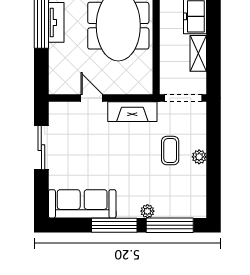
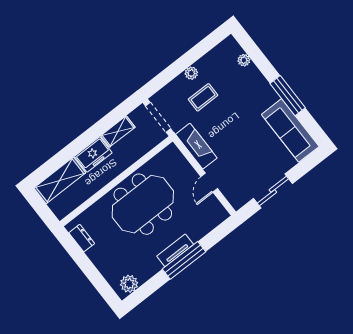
plant: (147, 211) -> (244, 60), moved
window: (170, 225) -> (257, 56), removed

